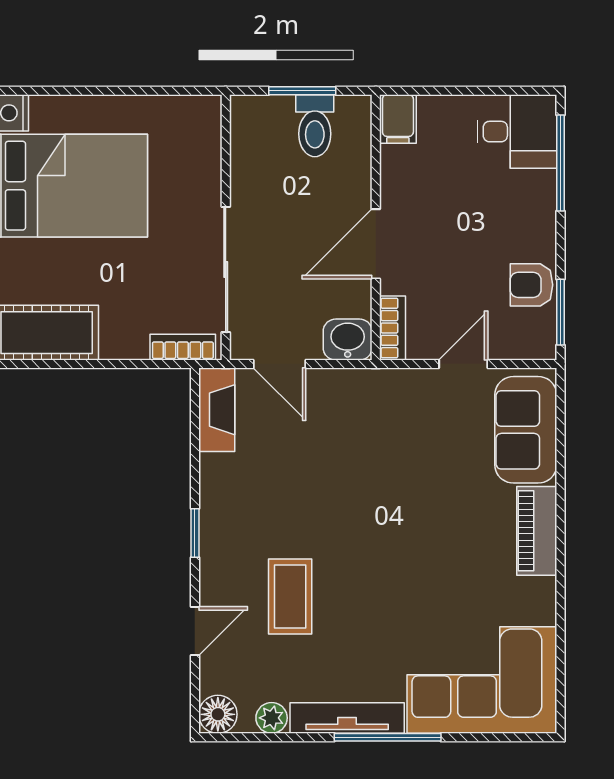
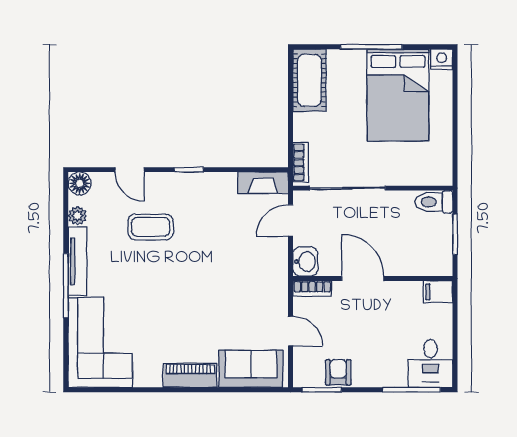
toilet: (315, 126) -> (434, 202), moved

